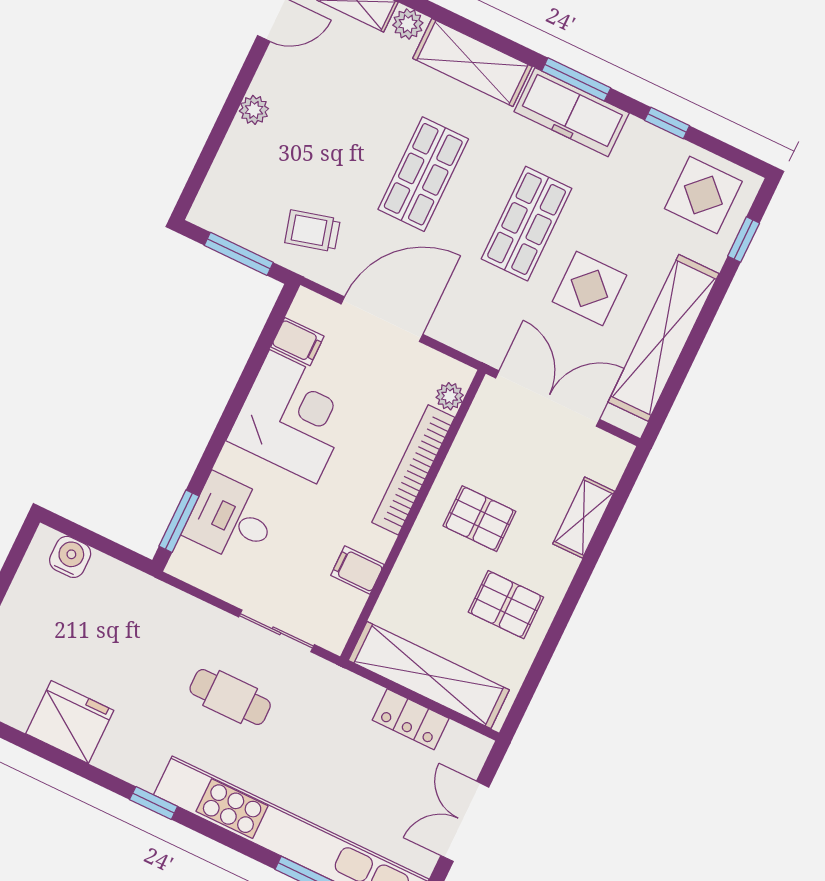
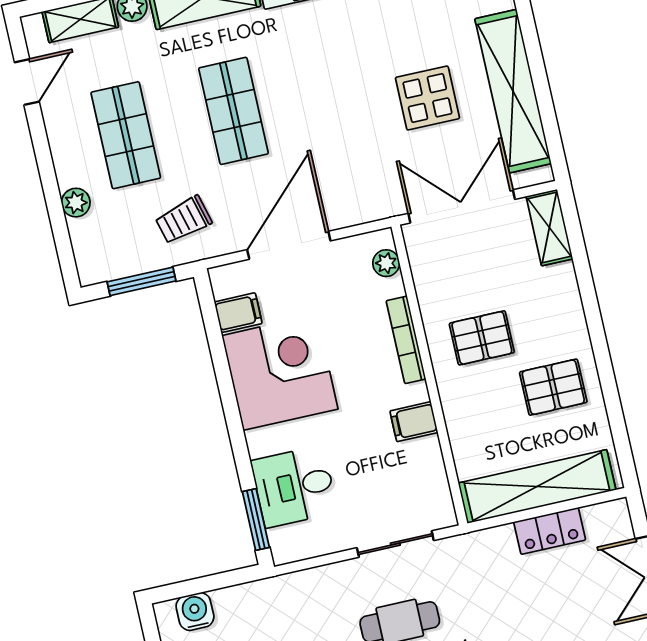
plant: (254, 110) -> (76, 203), moved
shop shelf: (527, 224) -> (126, 135), moved
bookcase: (413, 470) -> (406, 340), width x0.68, depth x0.76
shelving: (584, 518) -> (549, 228), moved
filing cabinet: (357, 570) -> (414, 422), moved

